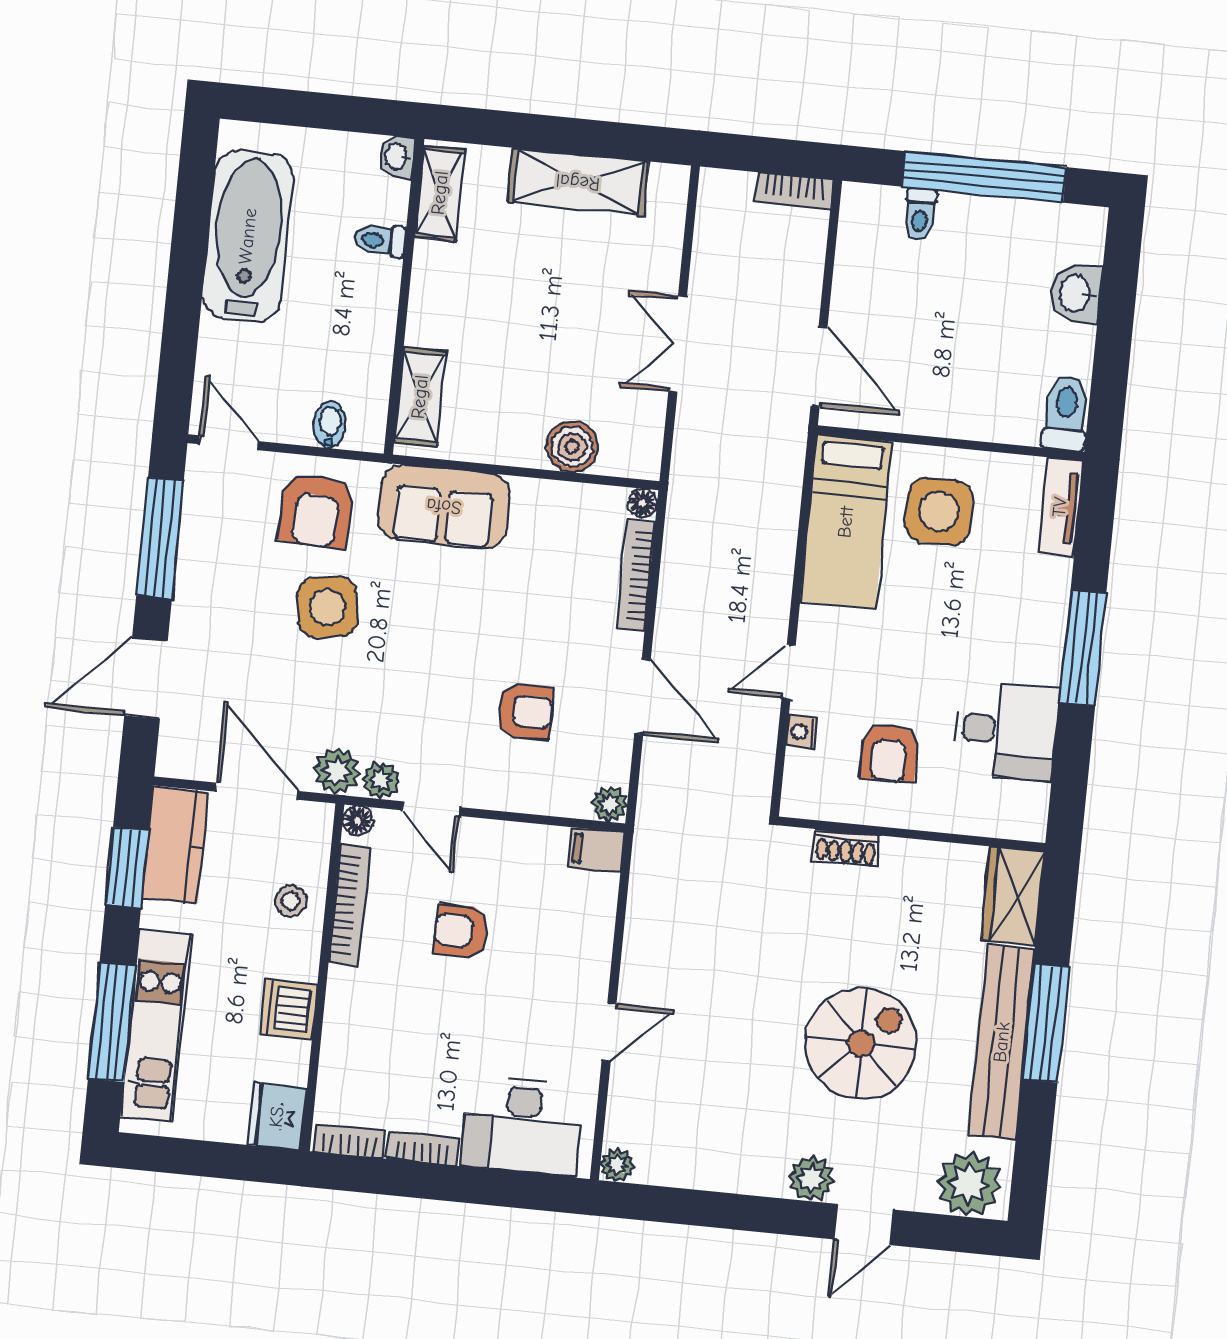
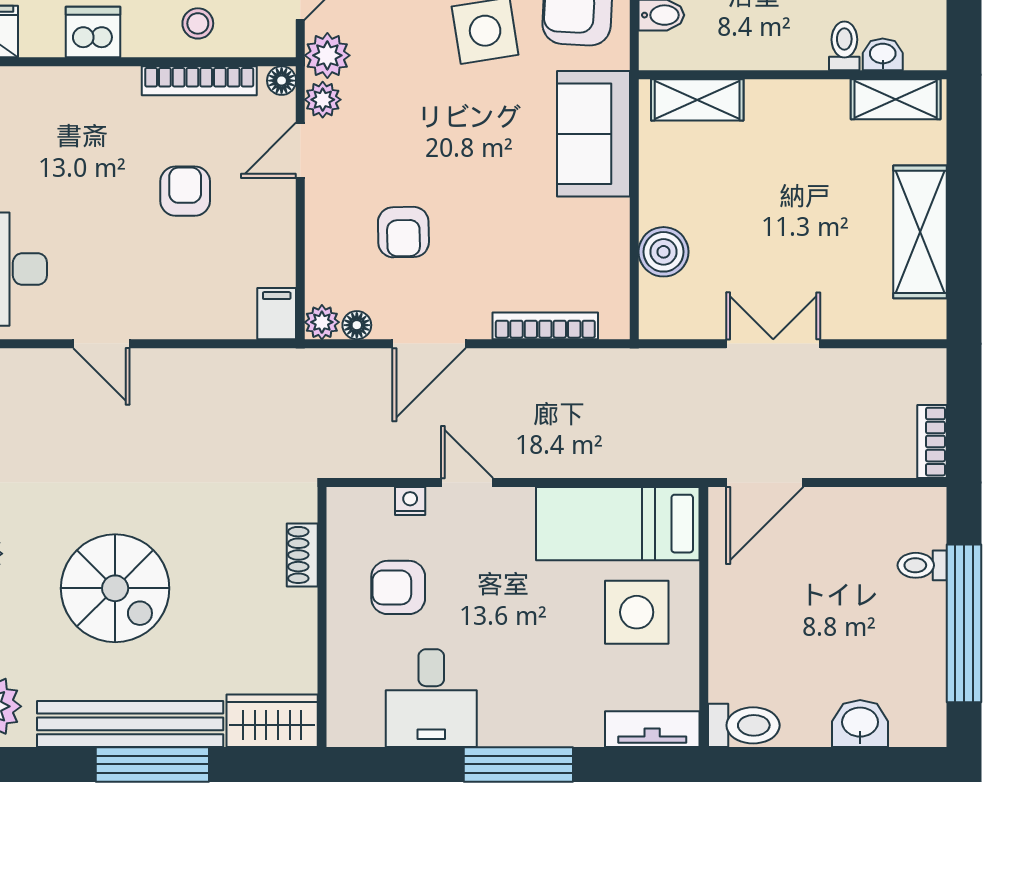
washbasin: (397, 157) -> (883, 54), moved
floor lamp: (643, 503) -> (357, 325), moved

